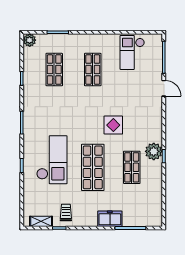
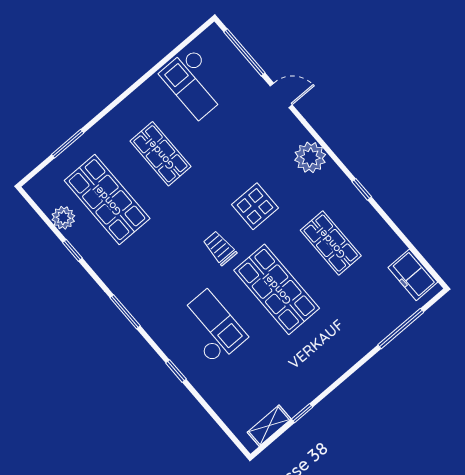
plant: (30, 40) -> (63, 218), moved
shop shelf: (54, 70) -> (107, 200), width x1.43, depth x1.36
plant: (154, 151) -> (310, 157), moved
checkout: (52, 160) -> (211, 327), width x0.73, depth x0.83
trolley: (66, 213) -> (220, 248), moved
freezer: (110, 219) -> (413, 275), moved, turned -90

